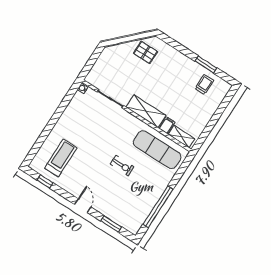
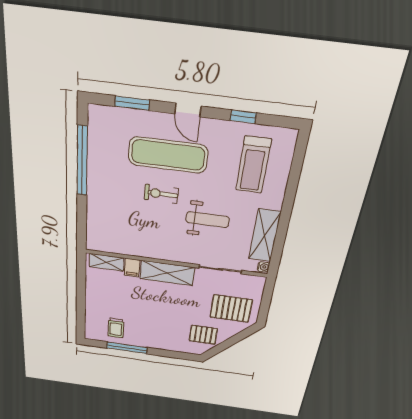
window: (206, 64) -> (127, 348), width x1.44
pallet: (117, 66) -> (231, 309), added
shelving: (73, 110) -> (265, 236), added
weight bench: (102, 136) -> (208, 220), added
exercise mat: (157, 150) -> (168, 155), moved
window: (45, 181) -> (243, 117), moved

